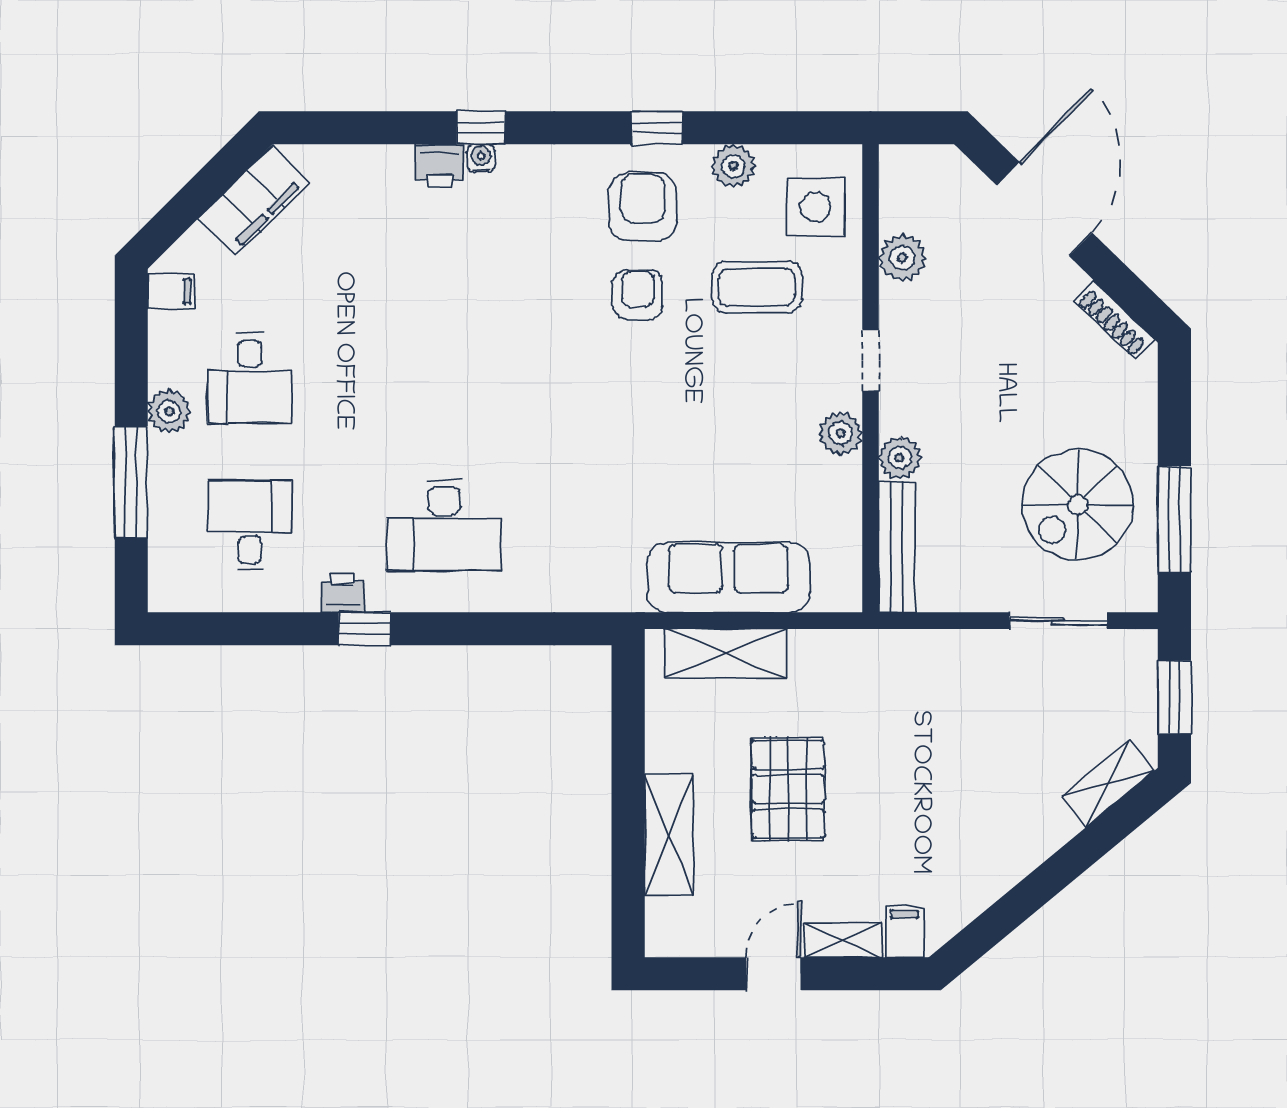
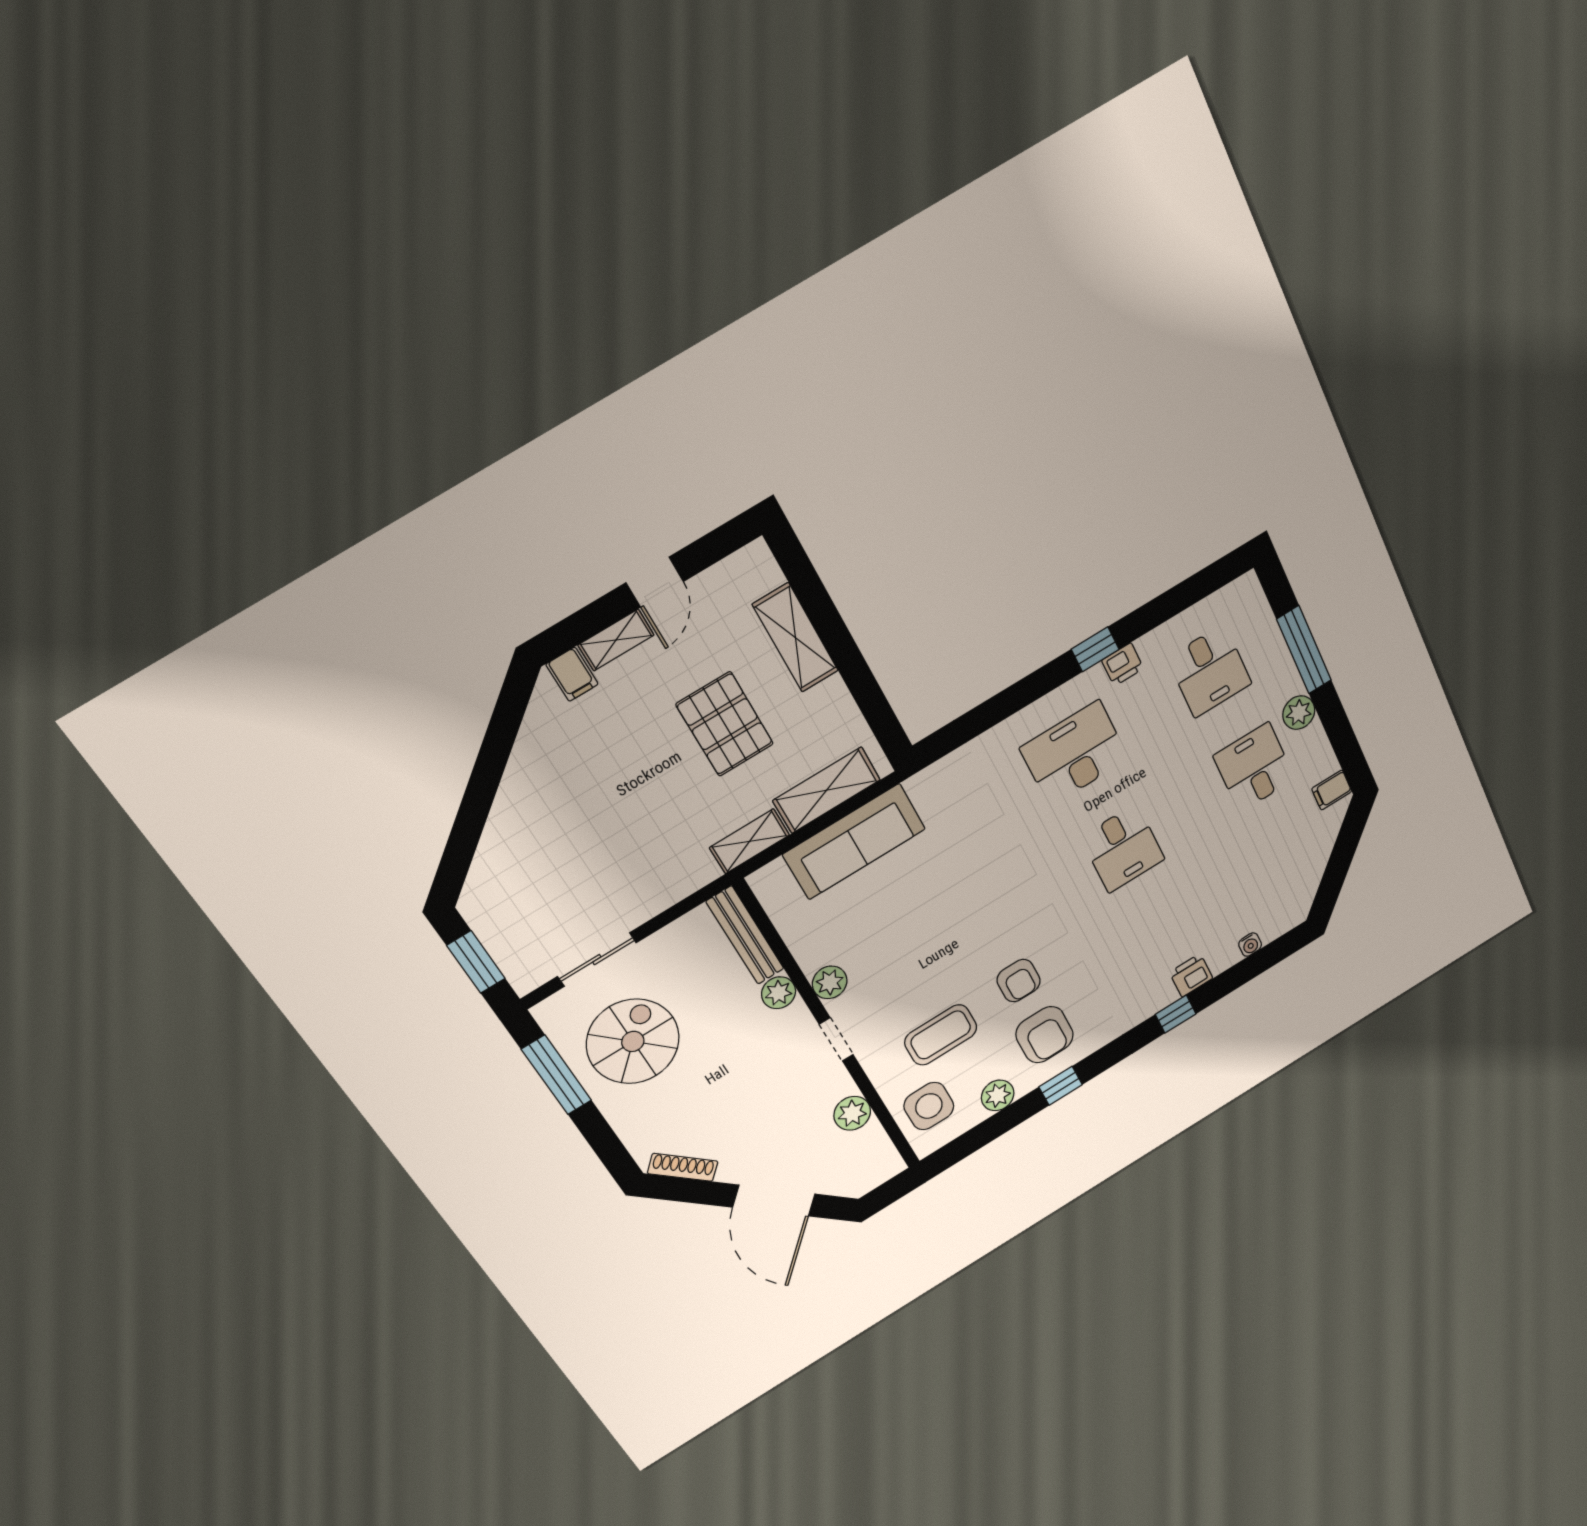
water cooler: (481, 158) -> (1250, 945), moved
filing cabinet: (254, 201) -> (1302, 879), removed
desk: (444, 378) -> (1123, 848), added
shelving: (1108, 783) -> (749, 841), moved, turned 40

